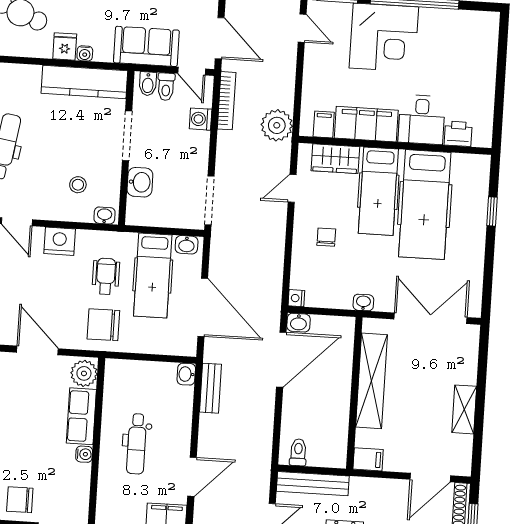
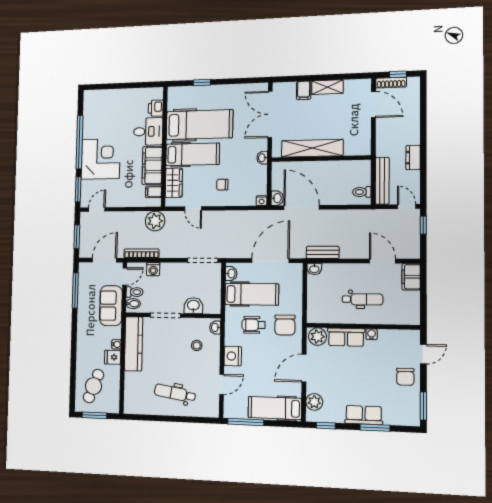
filing cabinet: (368, 459) -> (304, 90), moved, turned 180

